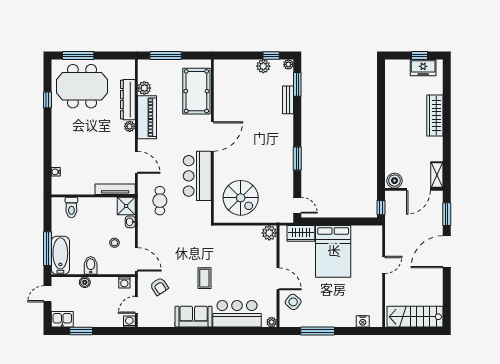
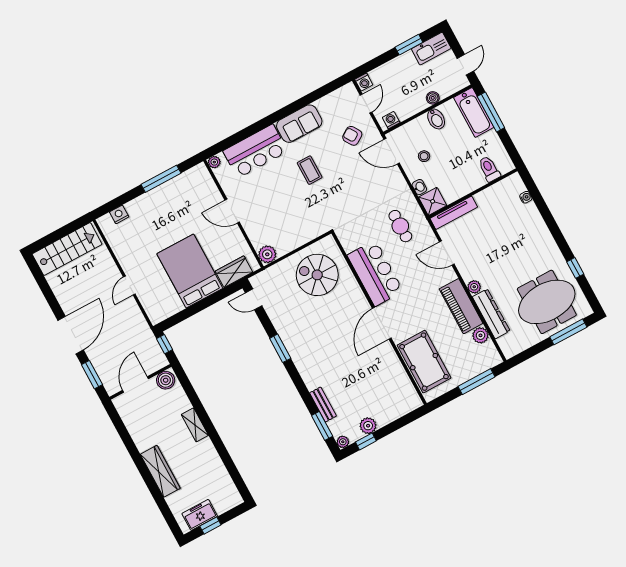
shelving: (437, 175) -> (195, 425), moved
side table: (293, 302) -> (203, 195), removed
kitchen sink: (62, 319) -> (431, 49), width x1.38

